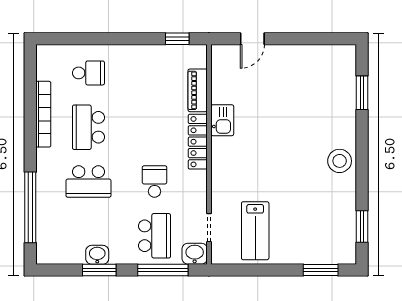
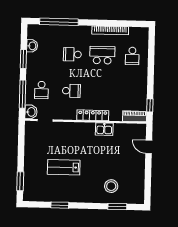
piano: (198, 90) -> (135, 116), moved
stool: (340, 161) -> (111, 186), moved
school desk: (88, 182) -> (72, 54), width x0.54
window: (362, 227) -> (60, 205), moved
lab bench: (255, 231) -> (64, 167), moved
school desk: (155, 236) -> (41, 90), width x0.54
washbasin: (97, 255) -> (32, 46), moved

